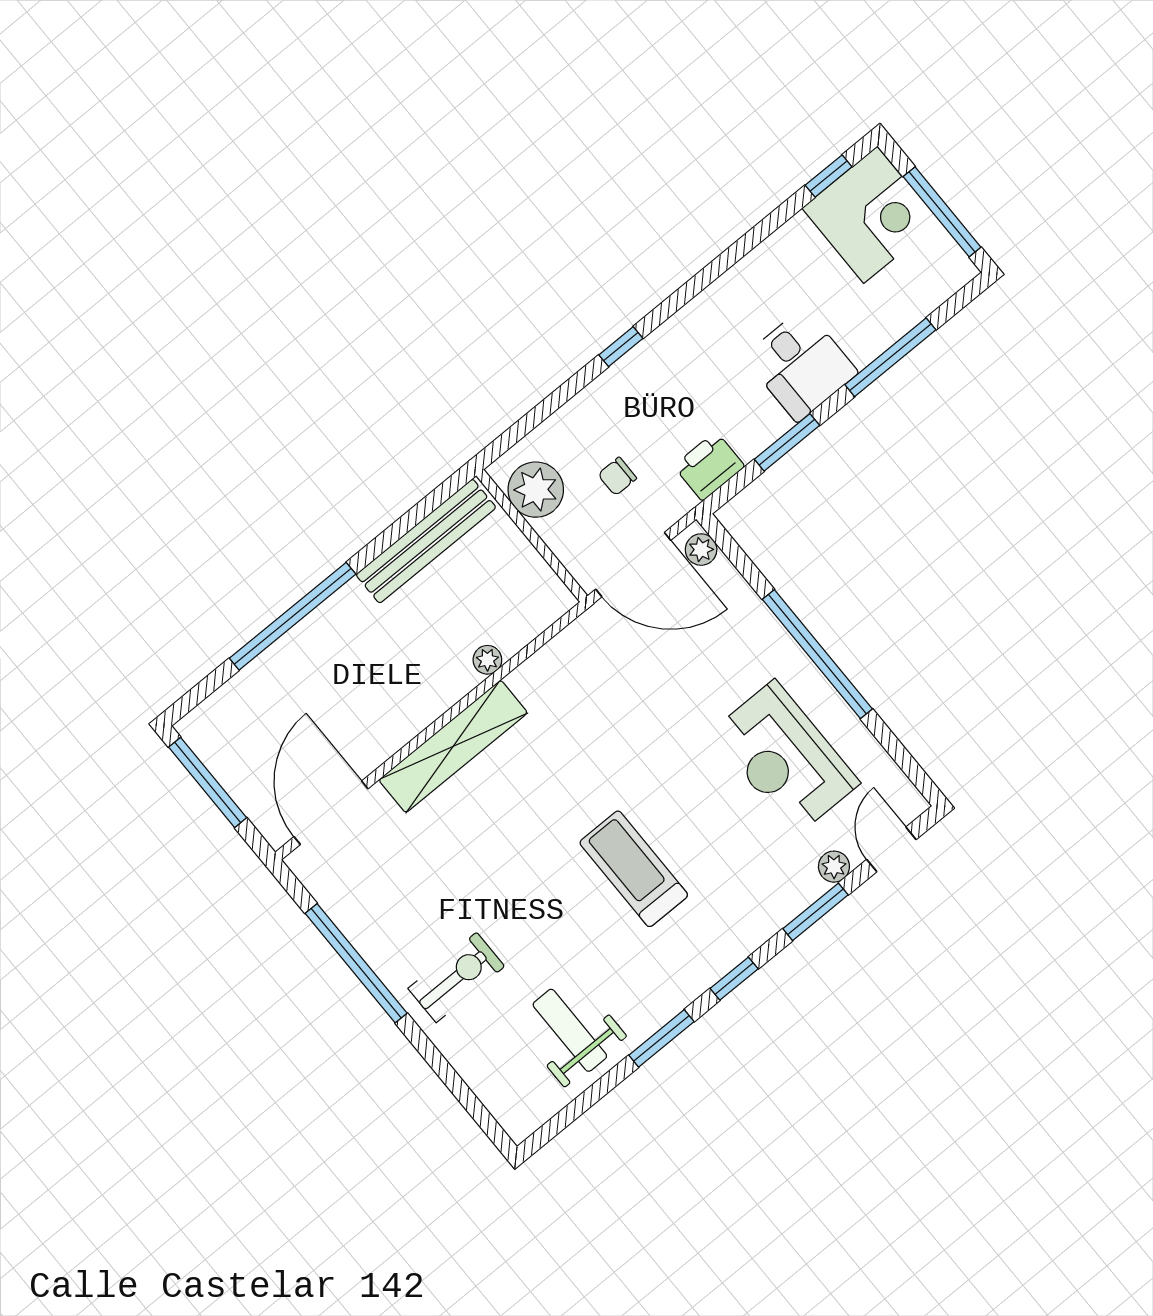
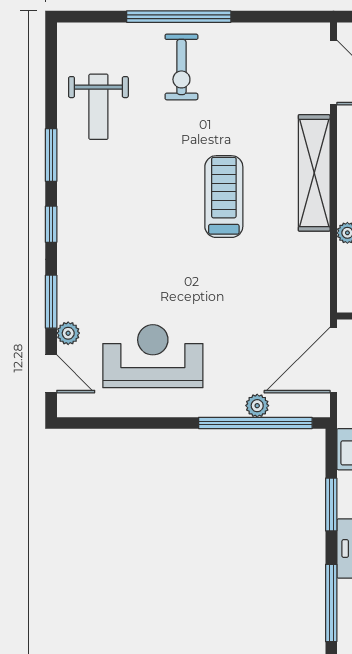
plant: (701, 550) -> (257, 406), moved
window: (817, 654) -> (255, 423), moved
treadmill: (634, 869) -> (224, 197), moved, turned -90
window: (356, 963) -> (179, 17), moved
weight bench: (570, 1030) -> (98, 107), turned 90

